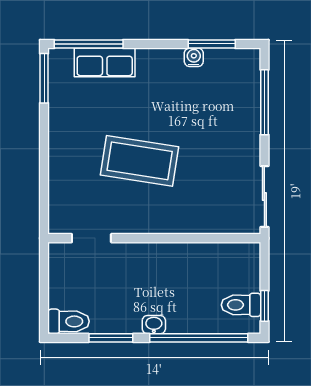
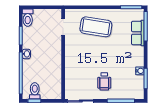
wheelchair: (219, 141) -> (104, 81), added
coffee table: (140, 161) -> (96, 27), moved, turned 90

